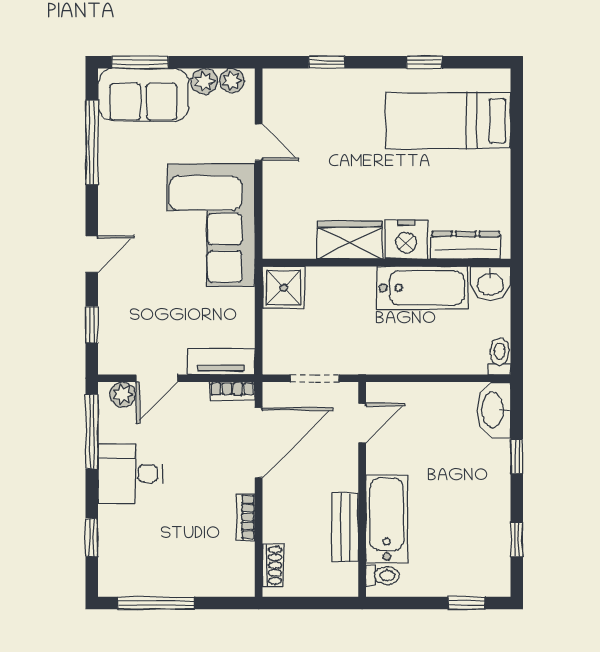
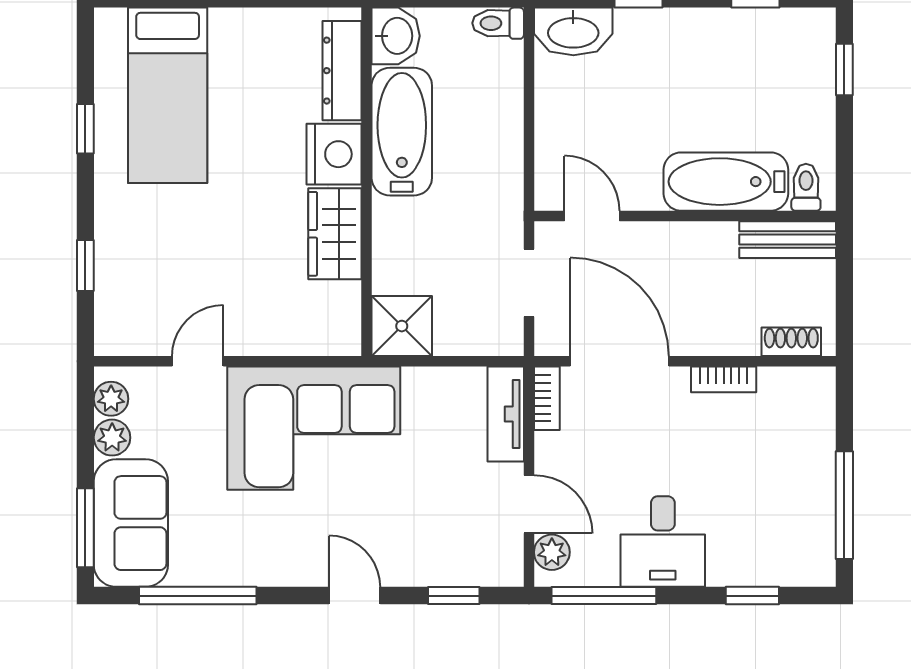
bench: (345, 527) -> (788, 240), moved

